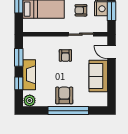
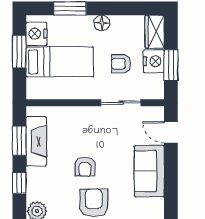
armchair: (65, 55) -> (85, 167), moved
fireplace: (29, 75) -> (36, 141), moved

